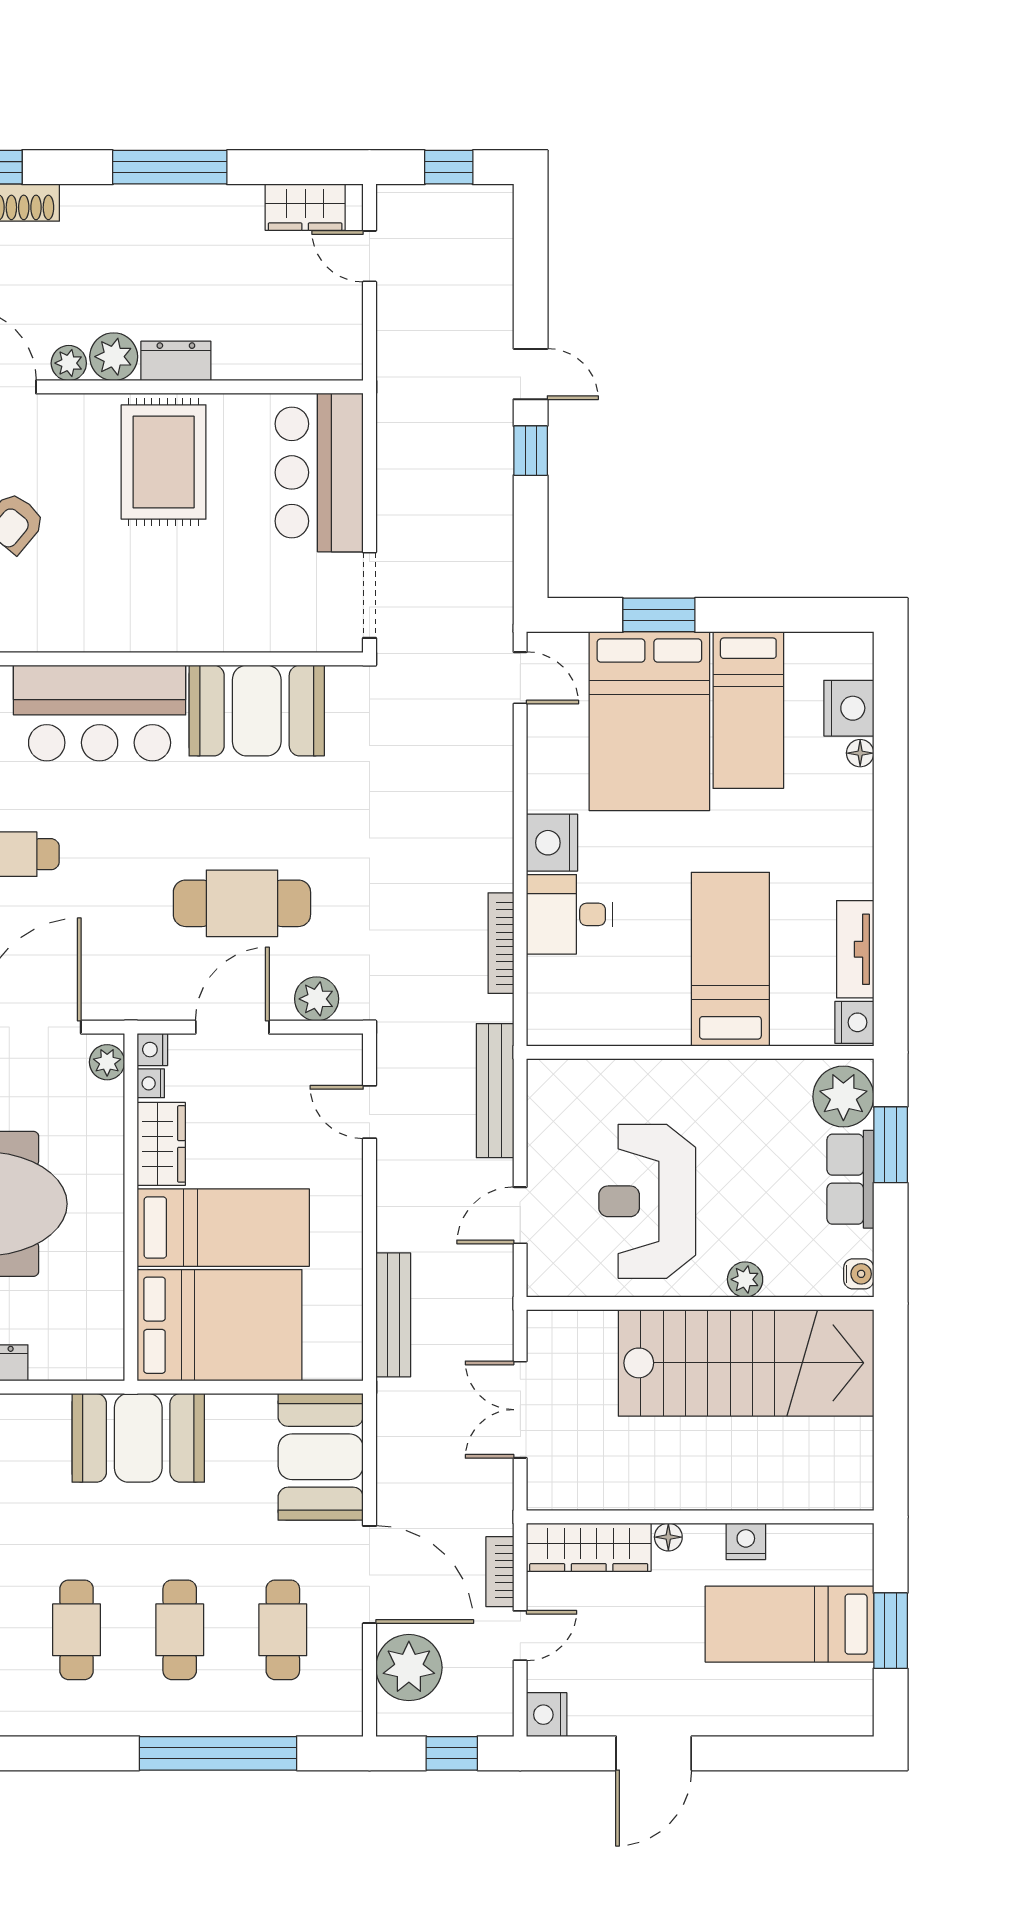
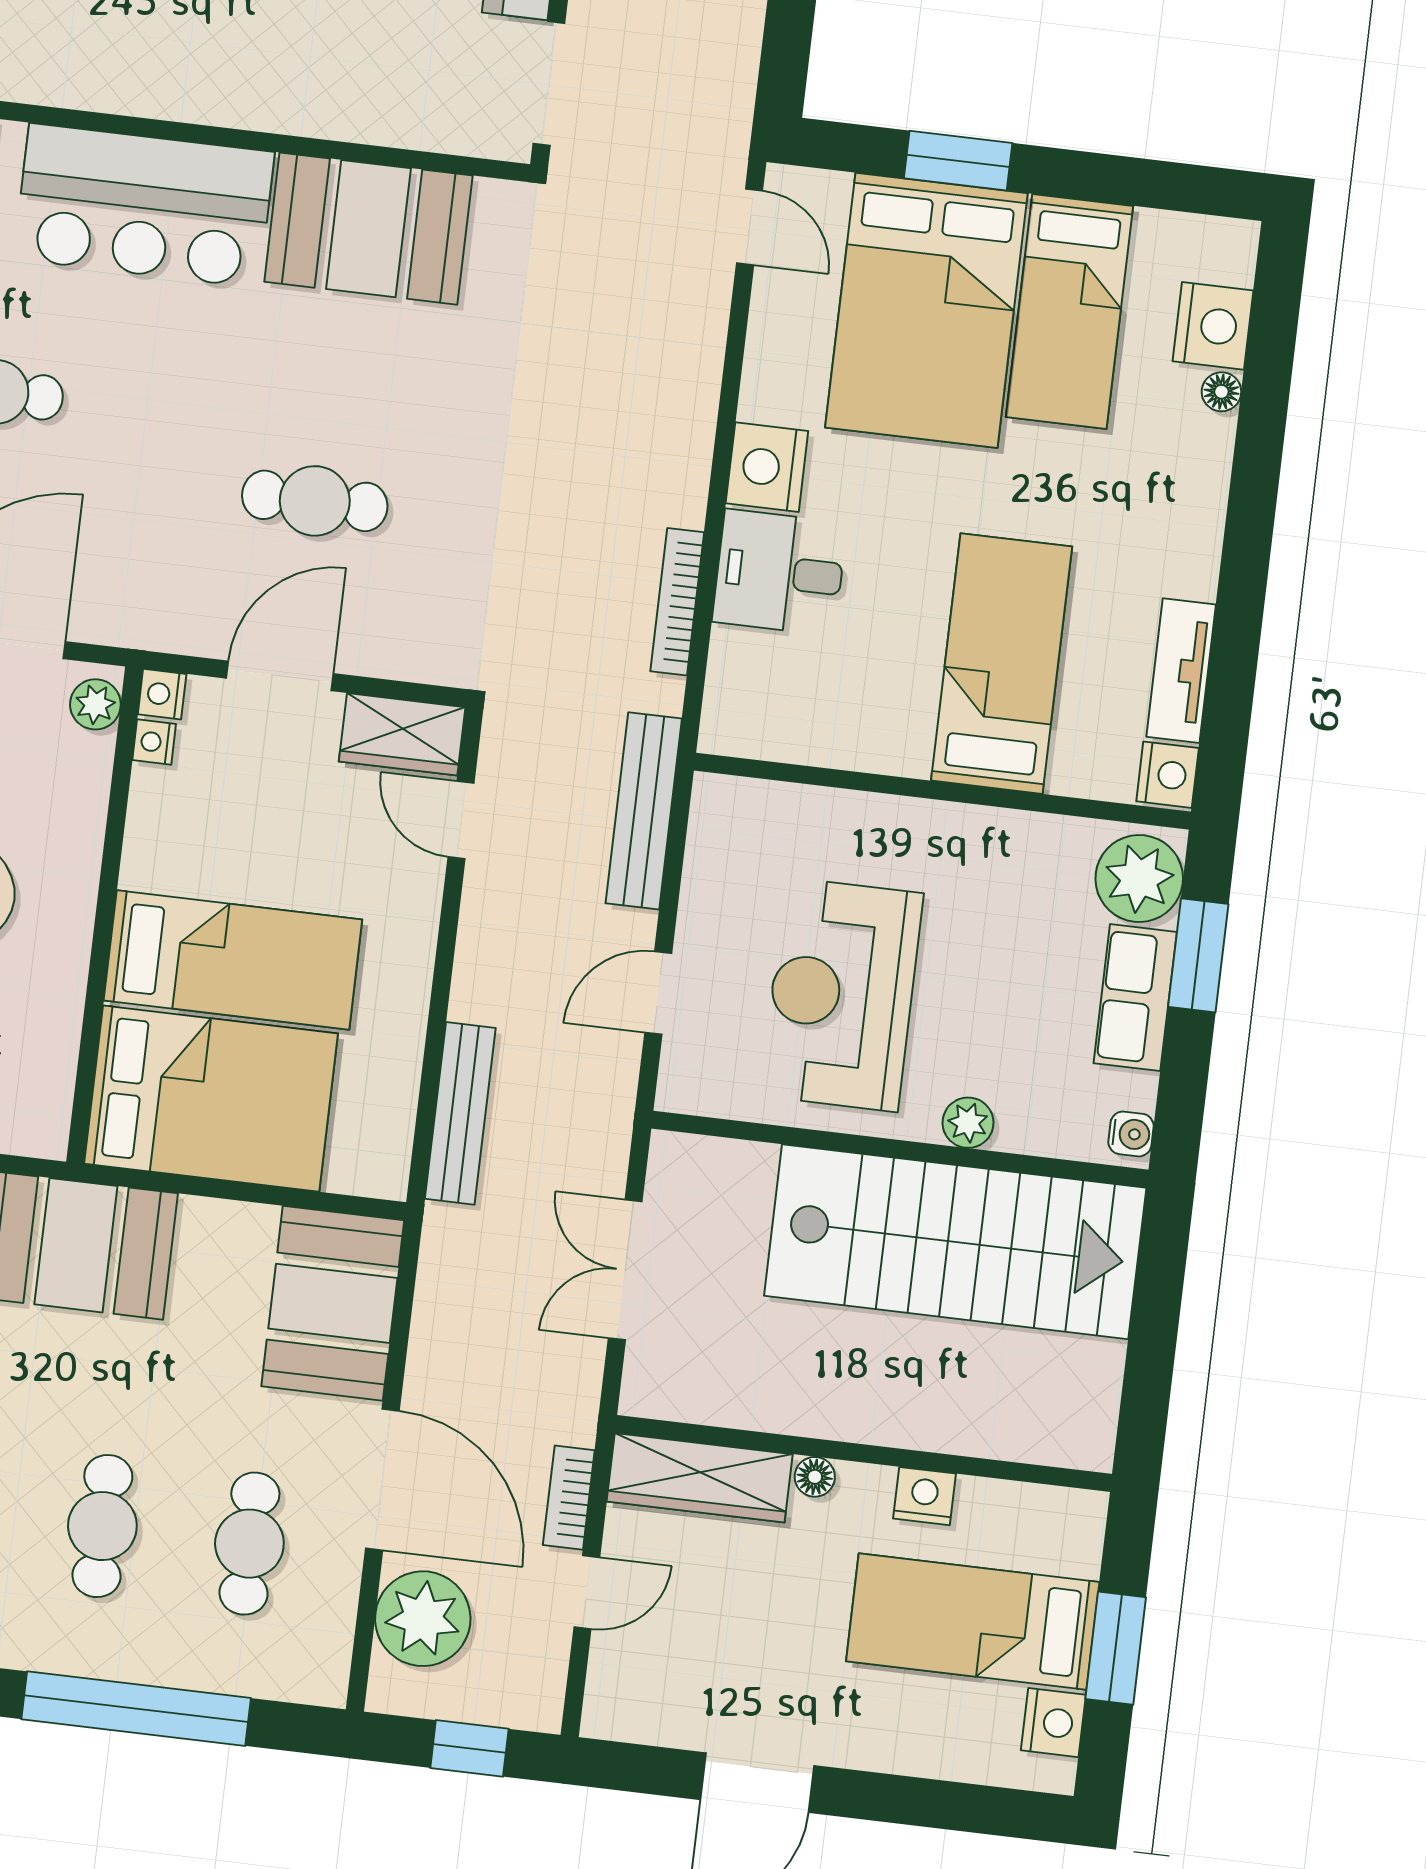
cafe table: (242, 903) -> (315, 501), width x0.73, depth x0.74
plant: (317, 999) -> (405, 650), removed
wardrobe: (161, 1144) -> (402, 734), moved, turned 90
nightstand: (547, 1715) -> (1053, 1723), moved, turned 180

